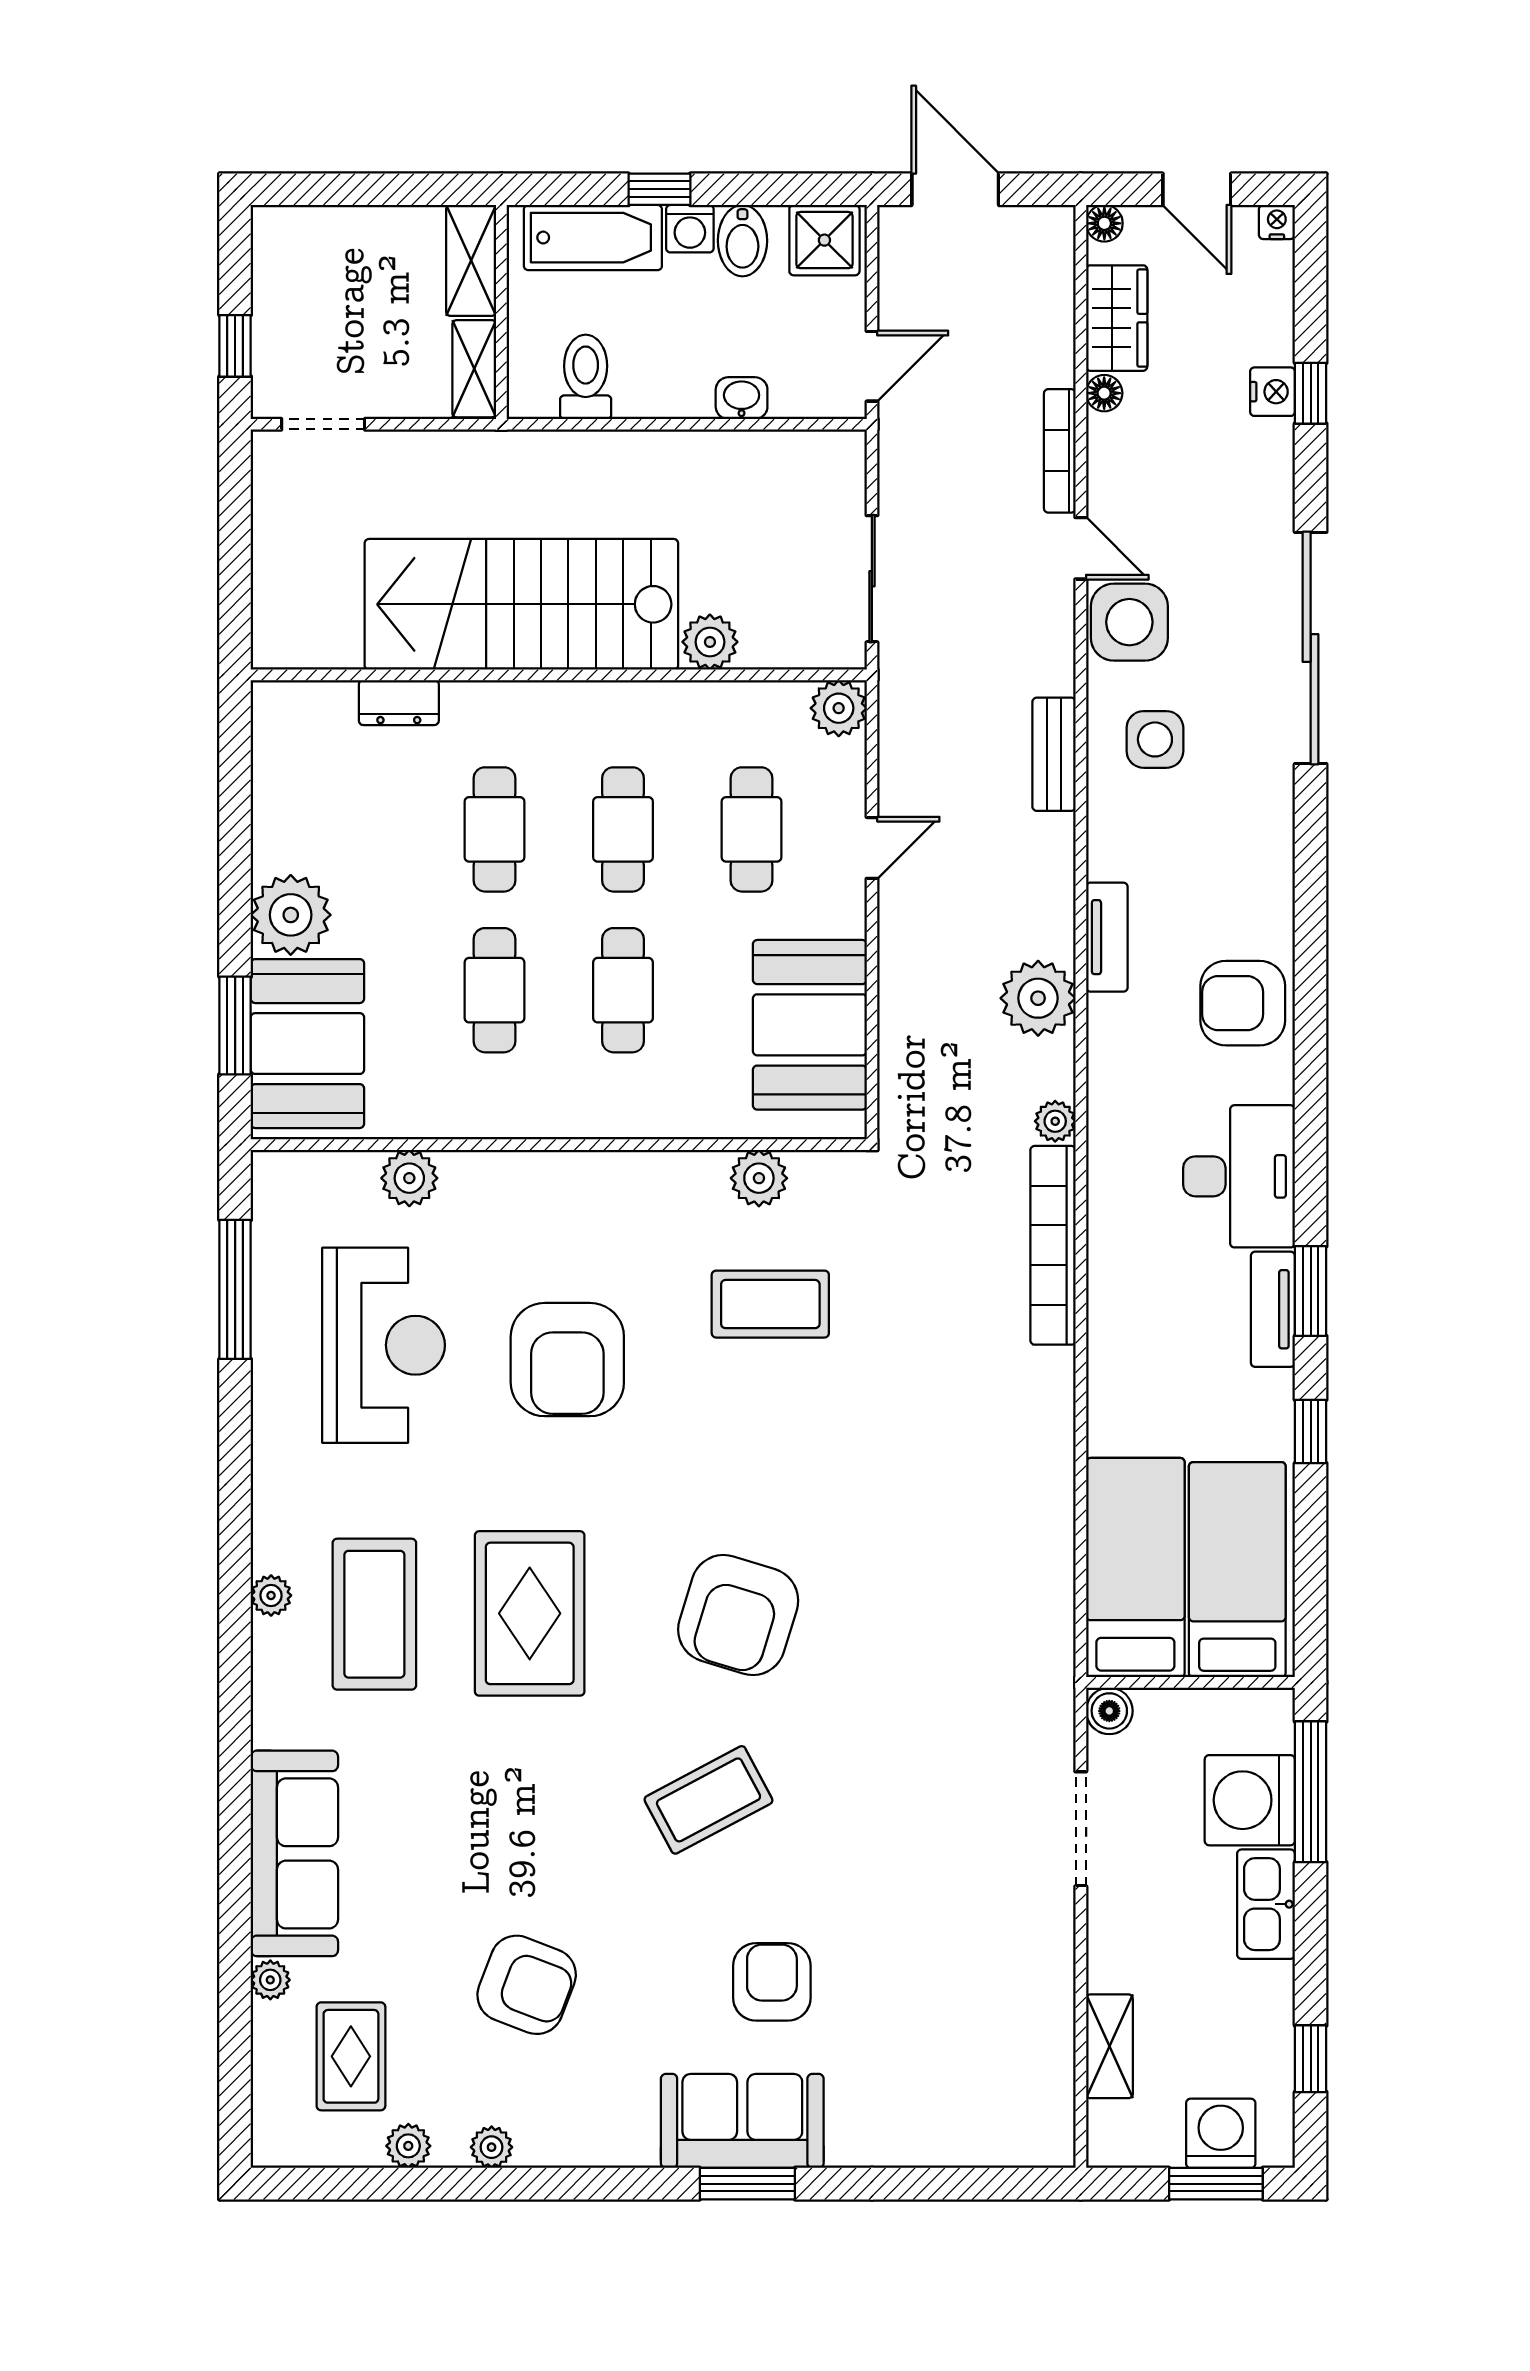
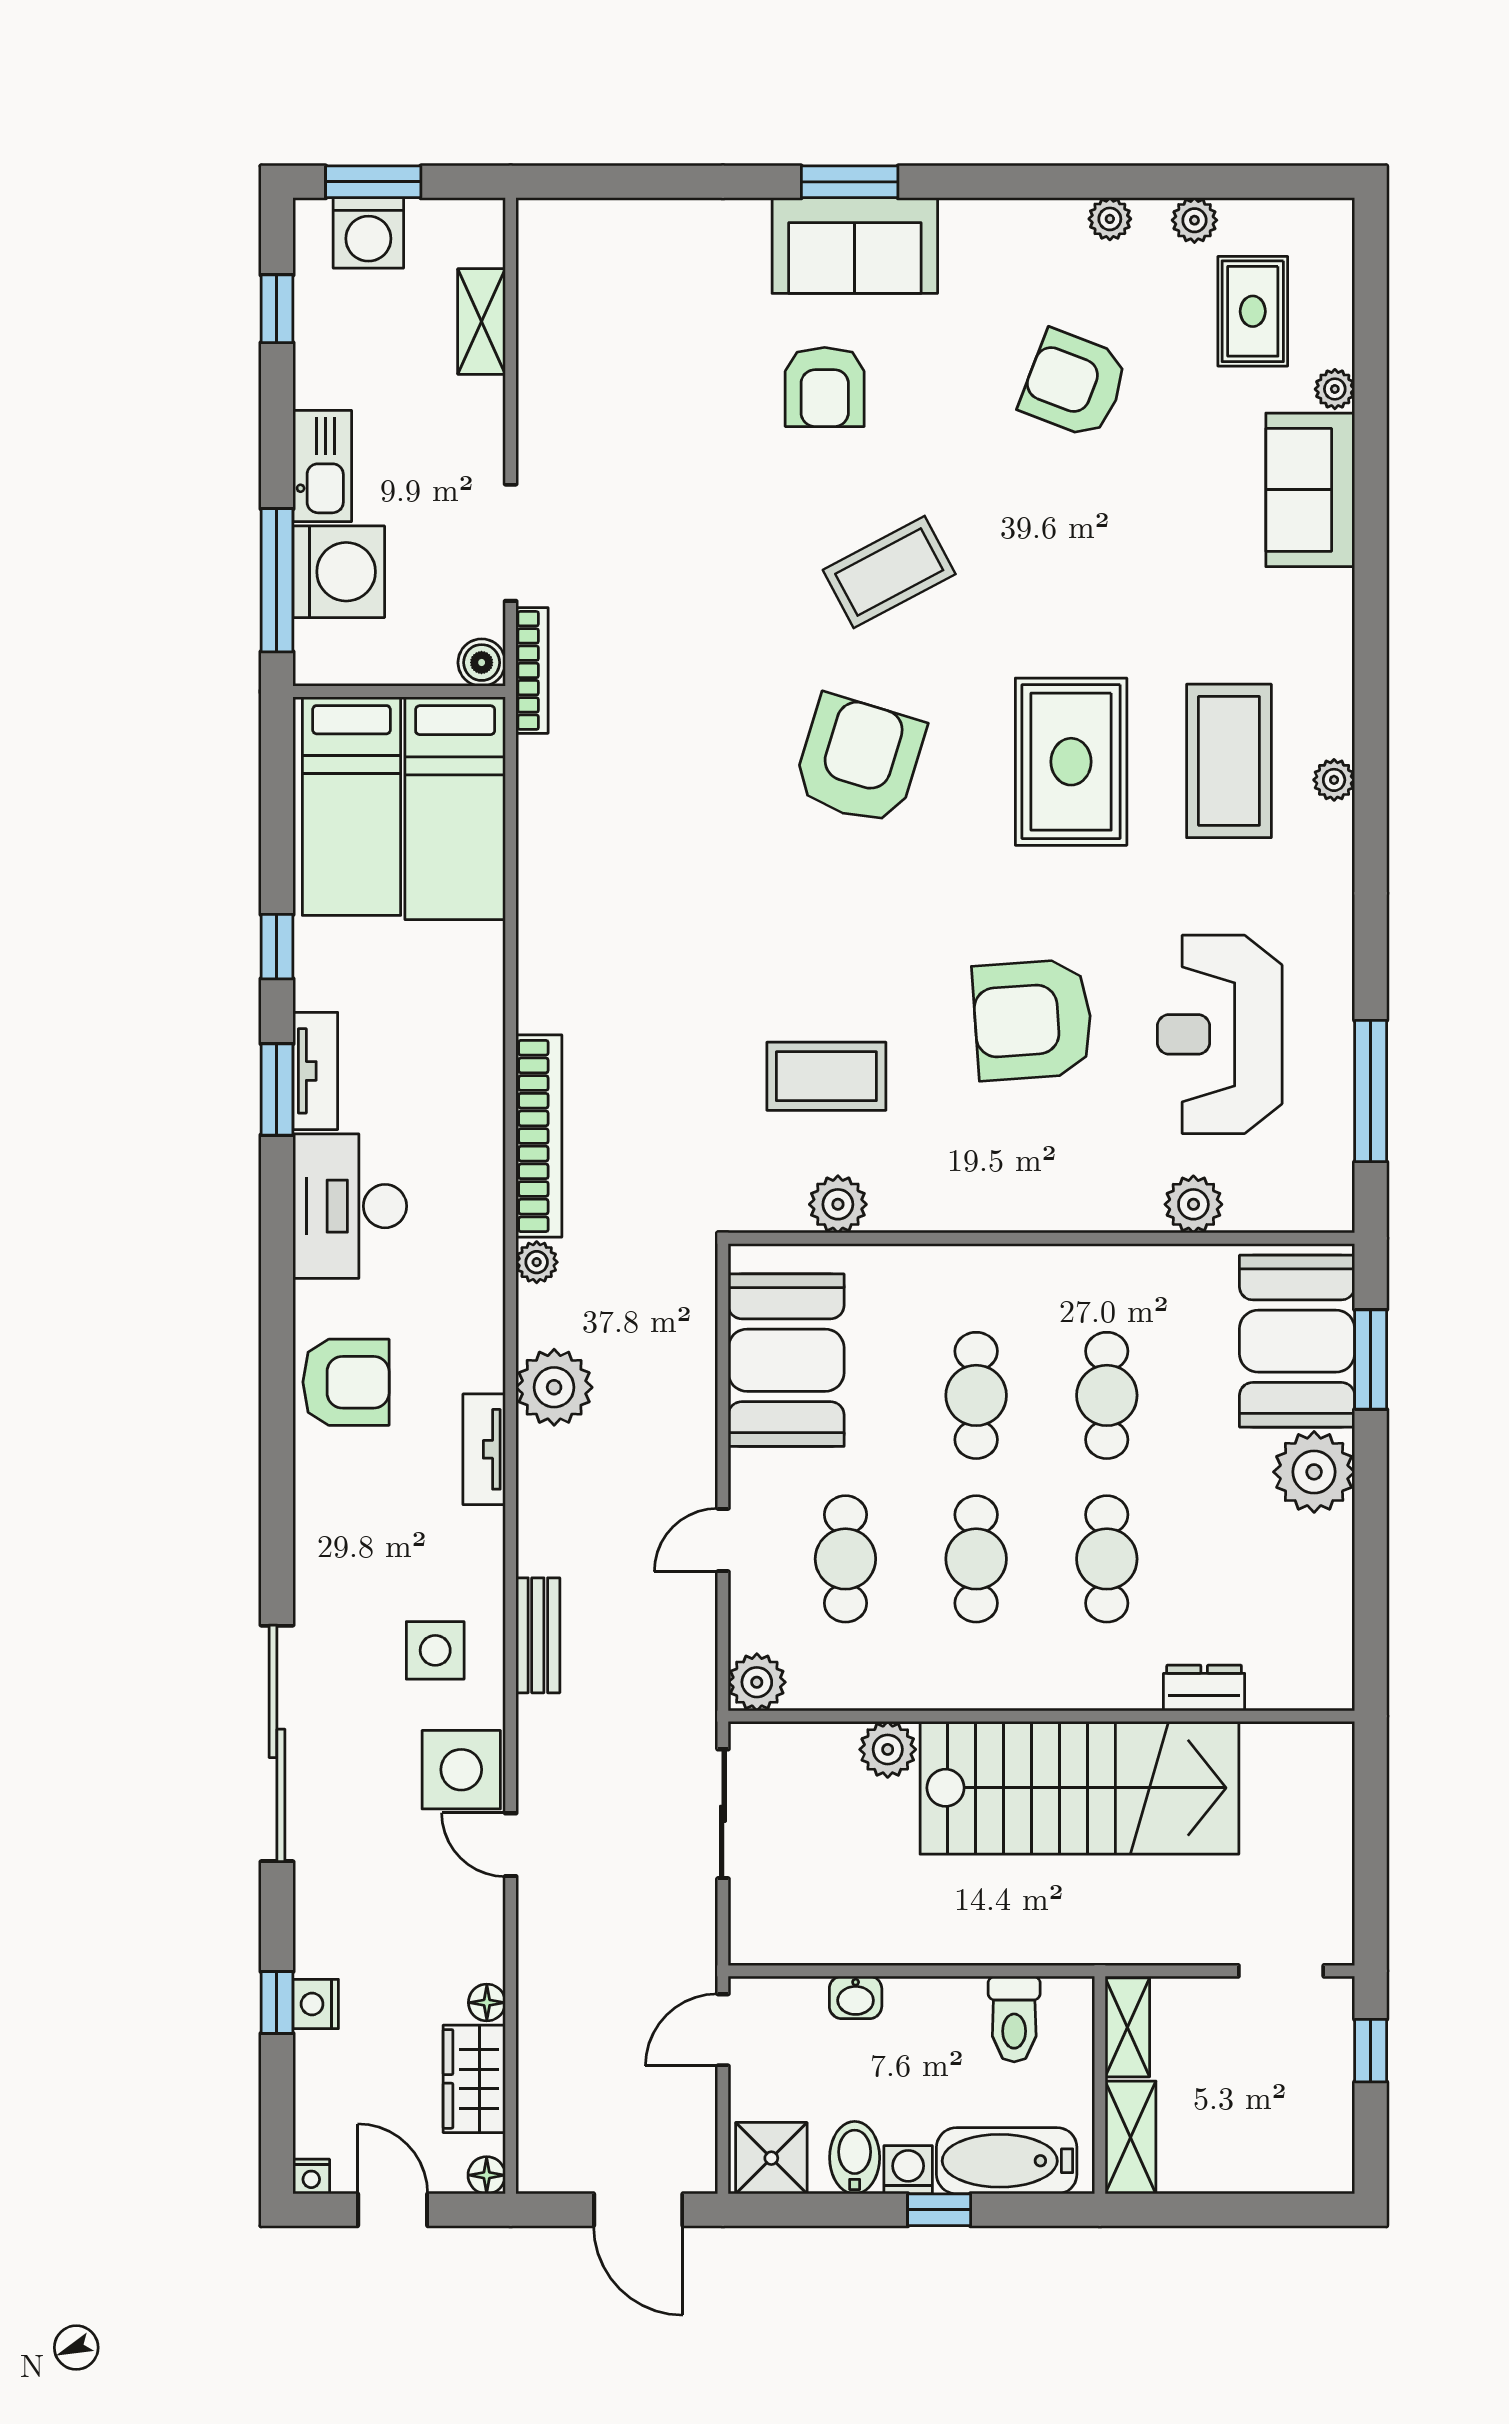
bookcase: (1060, 451) -> (532, 670), moved
armchair: (567, 1360) -> (1033, 1020), turned -94
sofa: (294, 1853) -> (1310, 490), width x0.73

